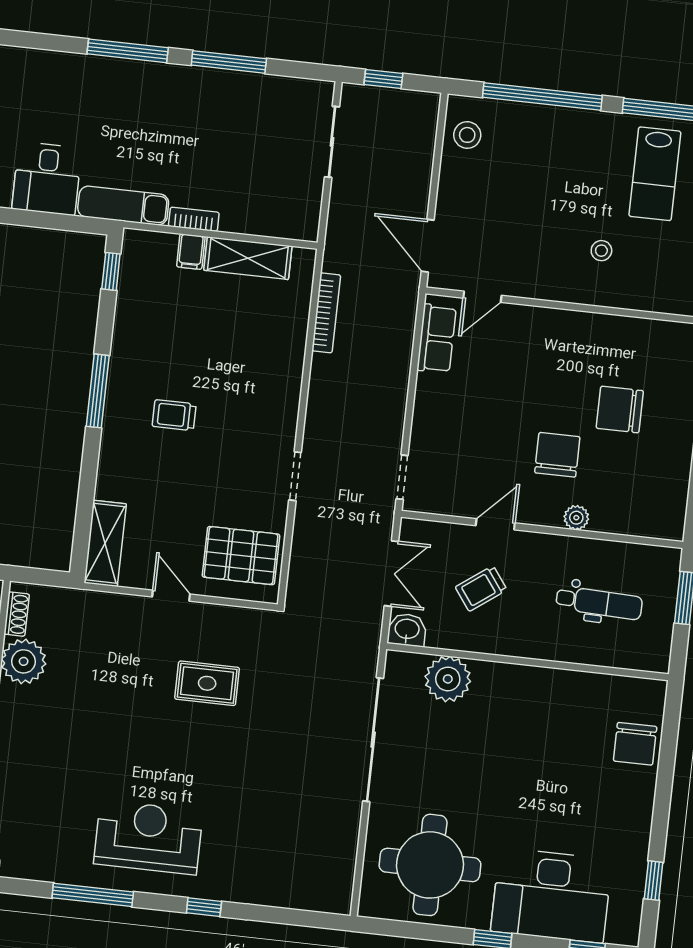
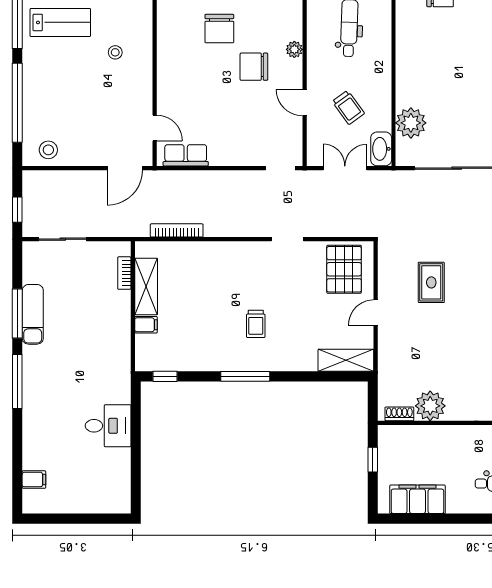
exam couch: (123, 206) -> (33, 314), moved, turned 180
bookcase: (194, 219) -> (124, 273), moved
washbasin: (407, 630) -> (381, 149), width x1.38

